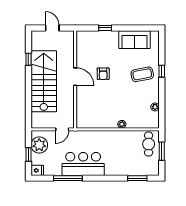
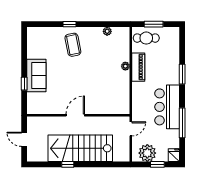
door: (52, 28) -> (24, 139), hinge flipped
sofa: (135, 40) -> (36, 76), moved
window: (28, 59) -> (68, 164), moved
armchair: (103, 74) -> (72, 86), removed
door: (62, 129) -> (131, 129), hinge flipped
piano: (121, 136) -> (138, 67), added
window: (137, 178) -> (182, 74), moved

